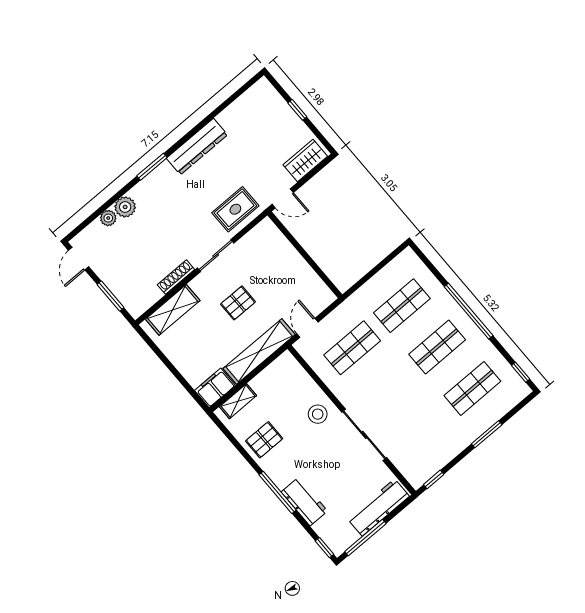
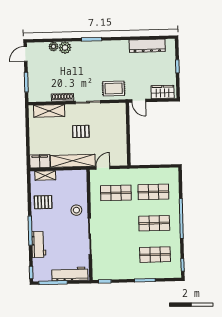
dresser: (197, 147) -> (147, 46), moved

